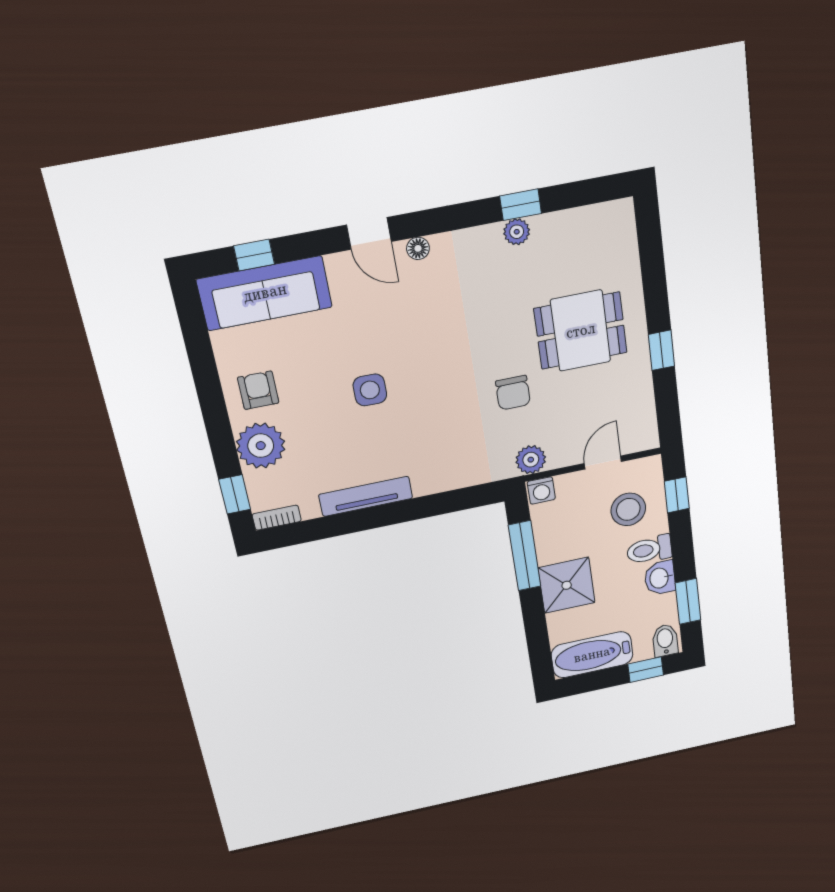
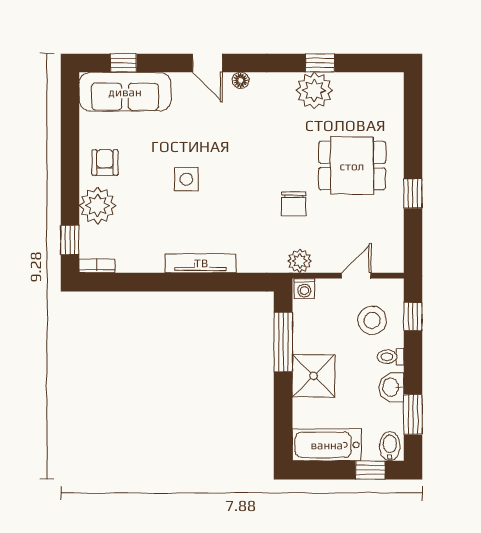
plant: (517, 232) -> (314, 90), width x1.88, depth x1.88
tv unit: (366, 496) -> (201, 263), moved
toilet: (649, 550) -> (391, 357), width x0.73, depth x0.72

